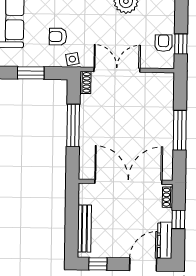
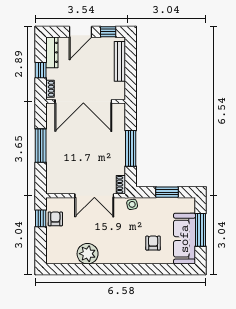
armchair: (58, 37) -> (153, 243), moved, turned -90
armchair: (164, 43) -> (55, 219), turned 180
door: (143, 264) -> (81, 32), moved

